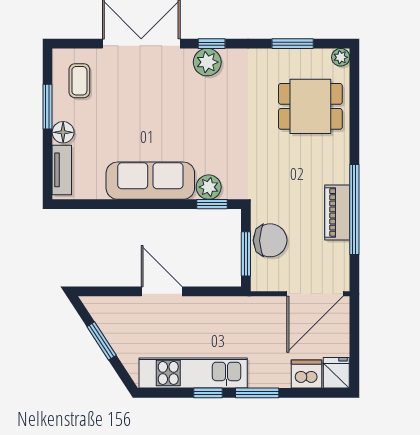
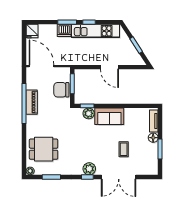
coffee table: (79, 81) -> (124, 149), moved
sofa: (150, 181) -> (109, 116), width x0.73
door: (315, 294) -> (42, 66), hinge flipped
dishwasher: (306, 374) -> (64, 30), moved

